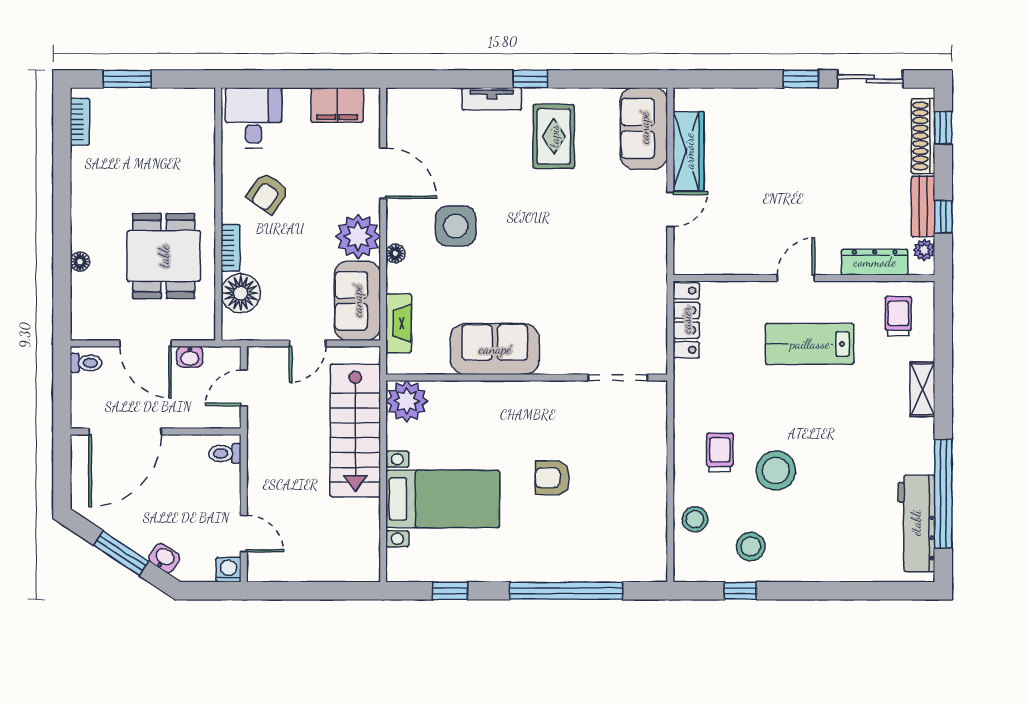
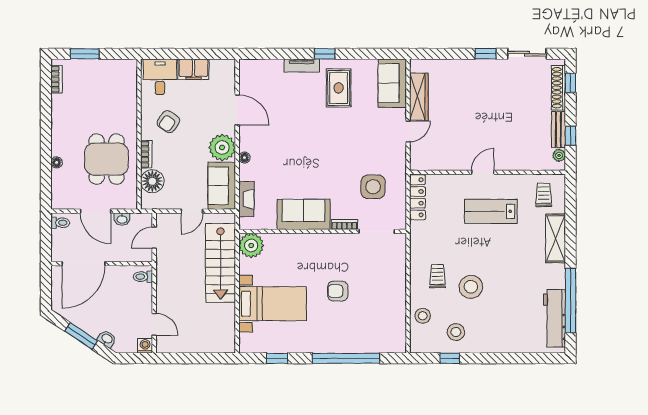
filing cabinet: (337, 105) -> (193, 69), moved
side table: (456, 226) -> (373, 187), moved
dresser: (875, 262) -> (530, 163), removed
bookcase: (563, 366) -> (344, 225), added
shelving: (922, 389) -> (556, 238), width x1.50, depth x1.33

